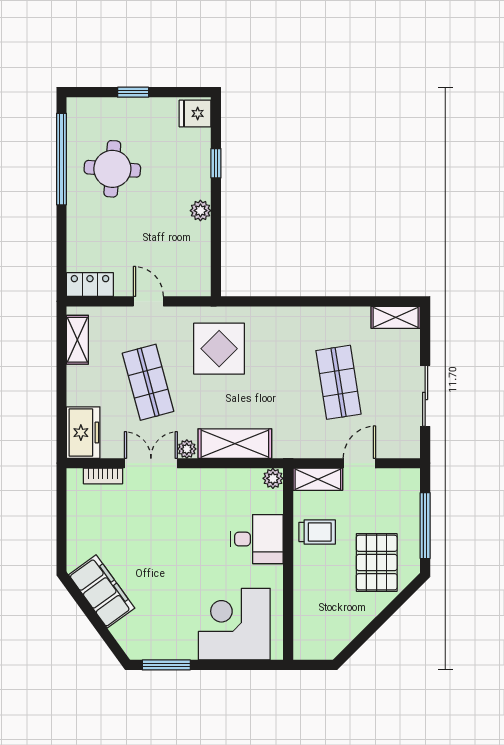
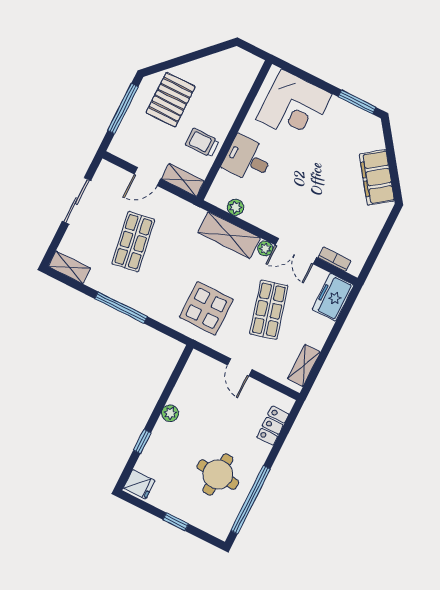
locker: (90, 285) -> (273, 426), moved, turned 90
window: (315, 301) -> (121, 308), added
plant: (273, 478) -> (235, 207), moved

